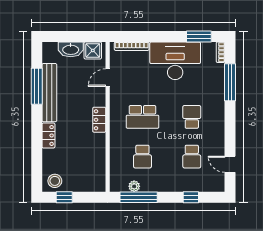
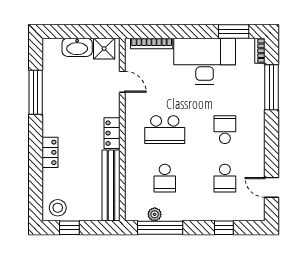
door: (108, 78) -> (122, 82), swing flipped
bench: (49, 93) -> (111, 186), moved

